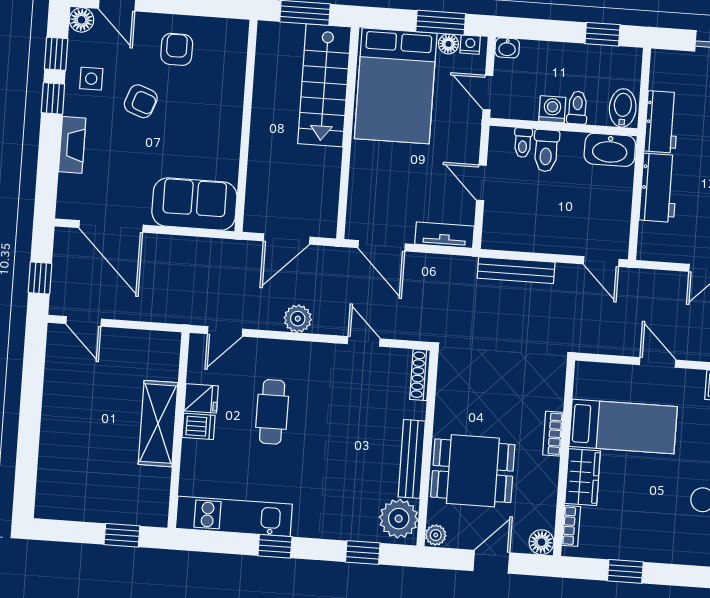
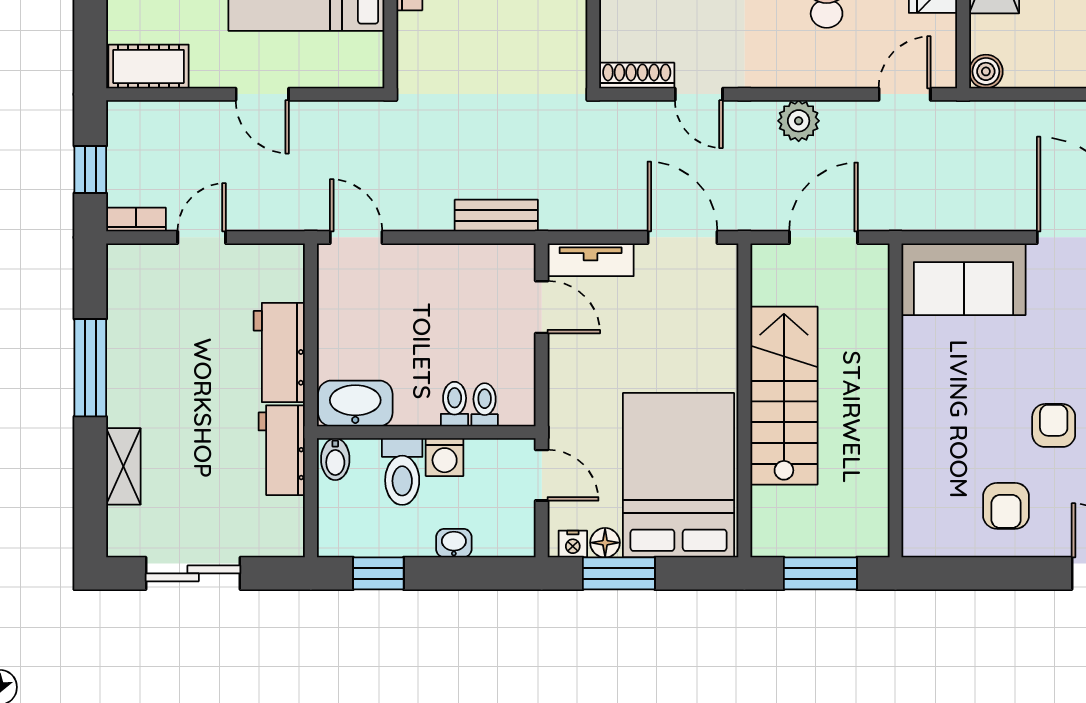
washbasin: (507, 48) -> (454, 543), moved
stairs: (324, 85) -> (784, 396), moved
armchair: (141, 101) -> (1054, 425), turned 70
toilet: (577, 108) -> (402, 472), width x1.37, depth x1.39
bidet: (623, 108) -> (335, 459), width x0.72, depth x0.74
toilet: (546, 151) -> (455, 404), width x0.73, depth x0.72
door: (481, 183) -> (542, 307), moved
bench: (516, 270) -> (496, 216), width x0.73
boiler: (169, 343) -> (986, 71), added
shoe rack: (420, 375) -> (637, 76), moved, turned -90

